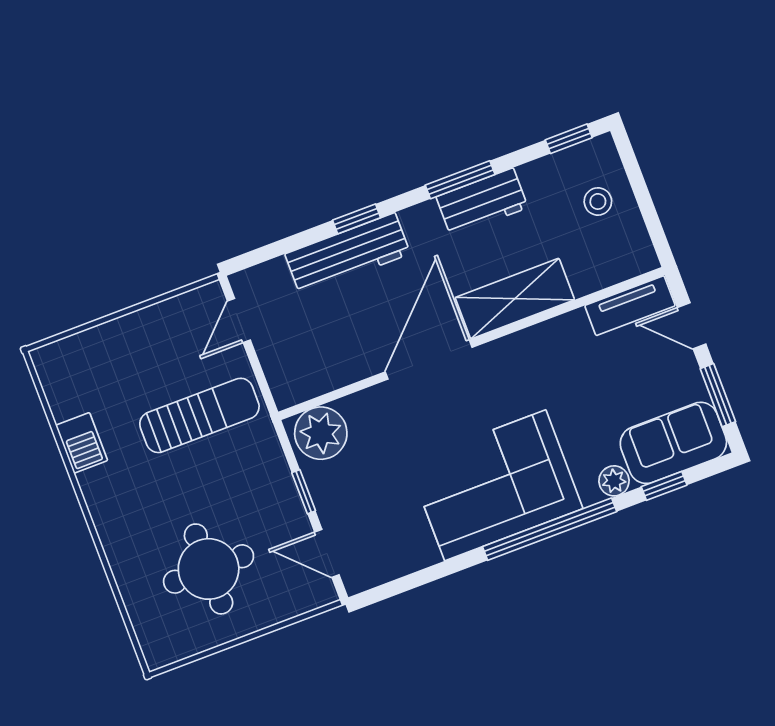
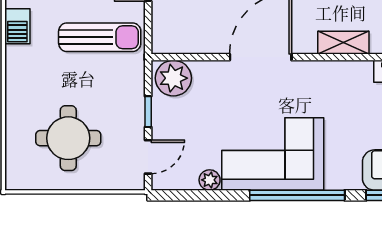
shelving: (515, 299) -> (343, 43), width x0.67, depth x0.75
plant: (614, 481) -> (210, 180), moved
door: (327, 553) -> (148, 157), swing flipped

